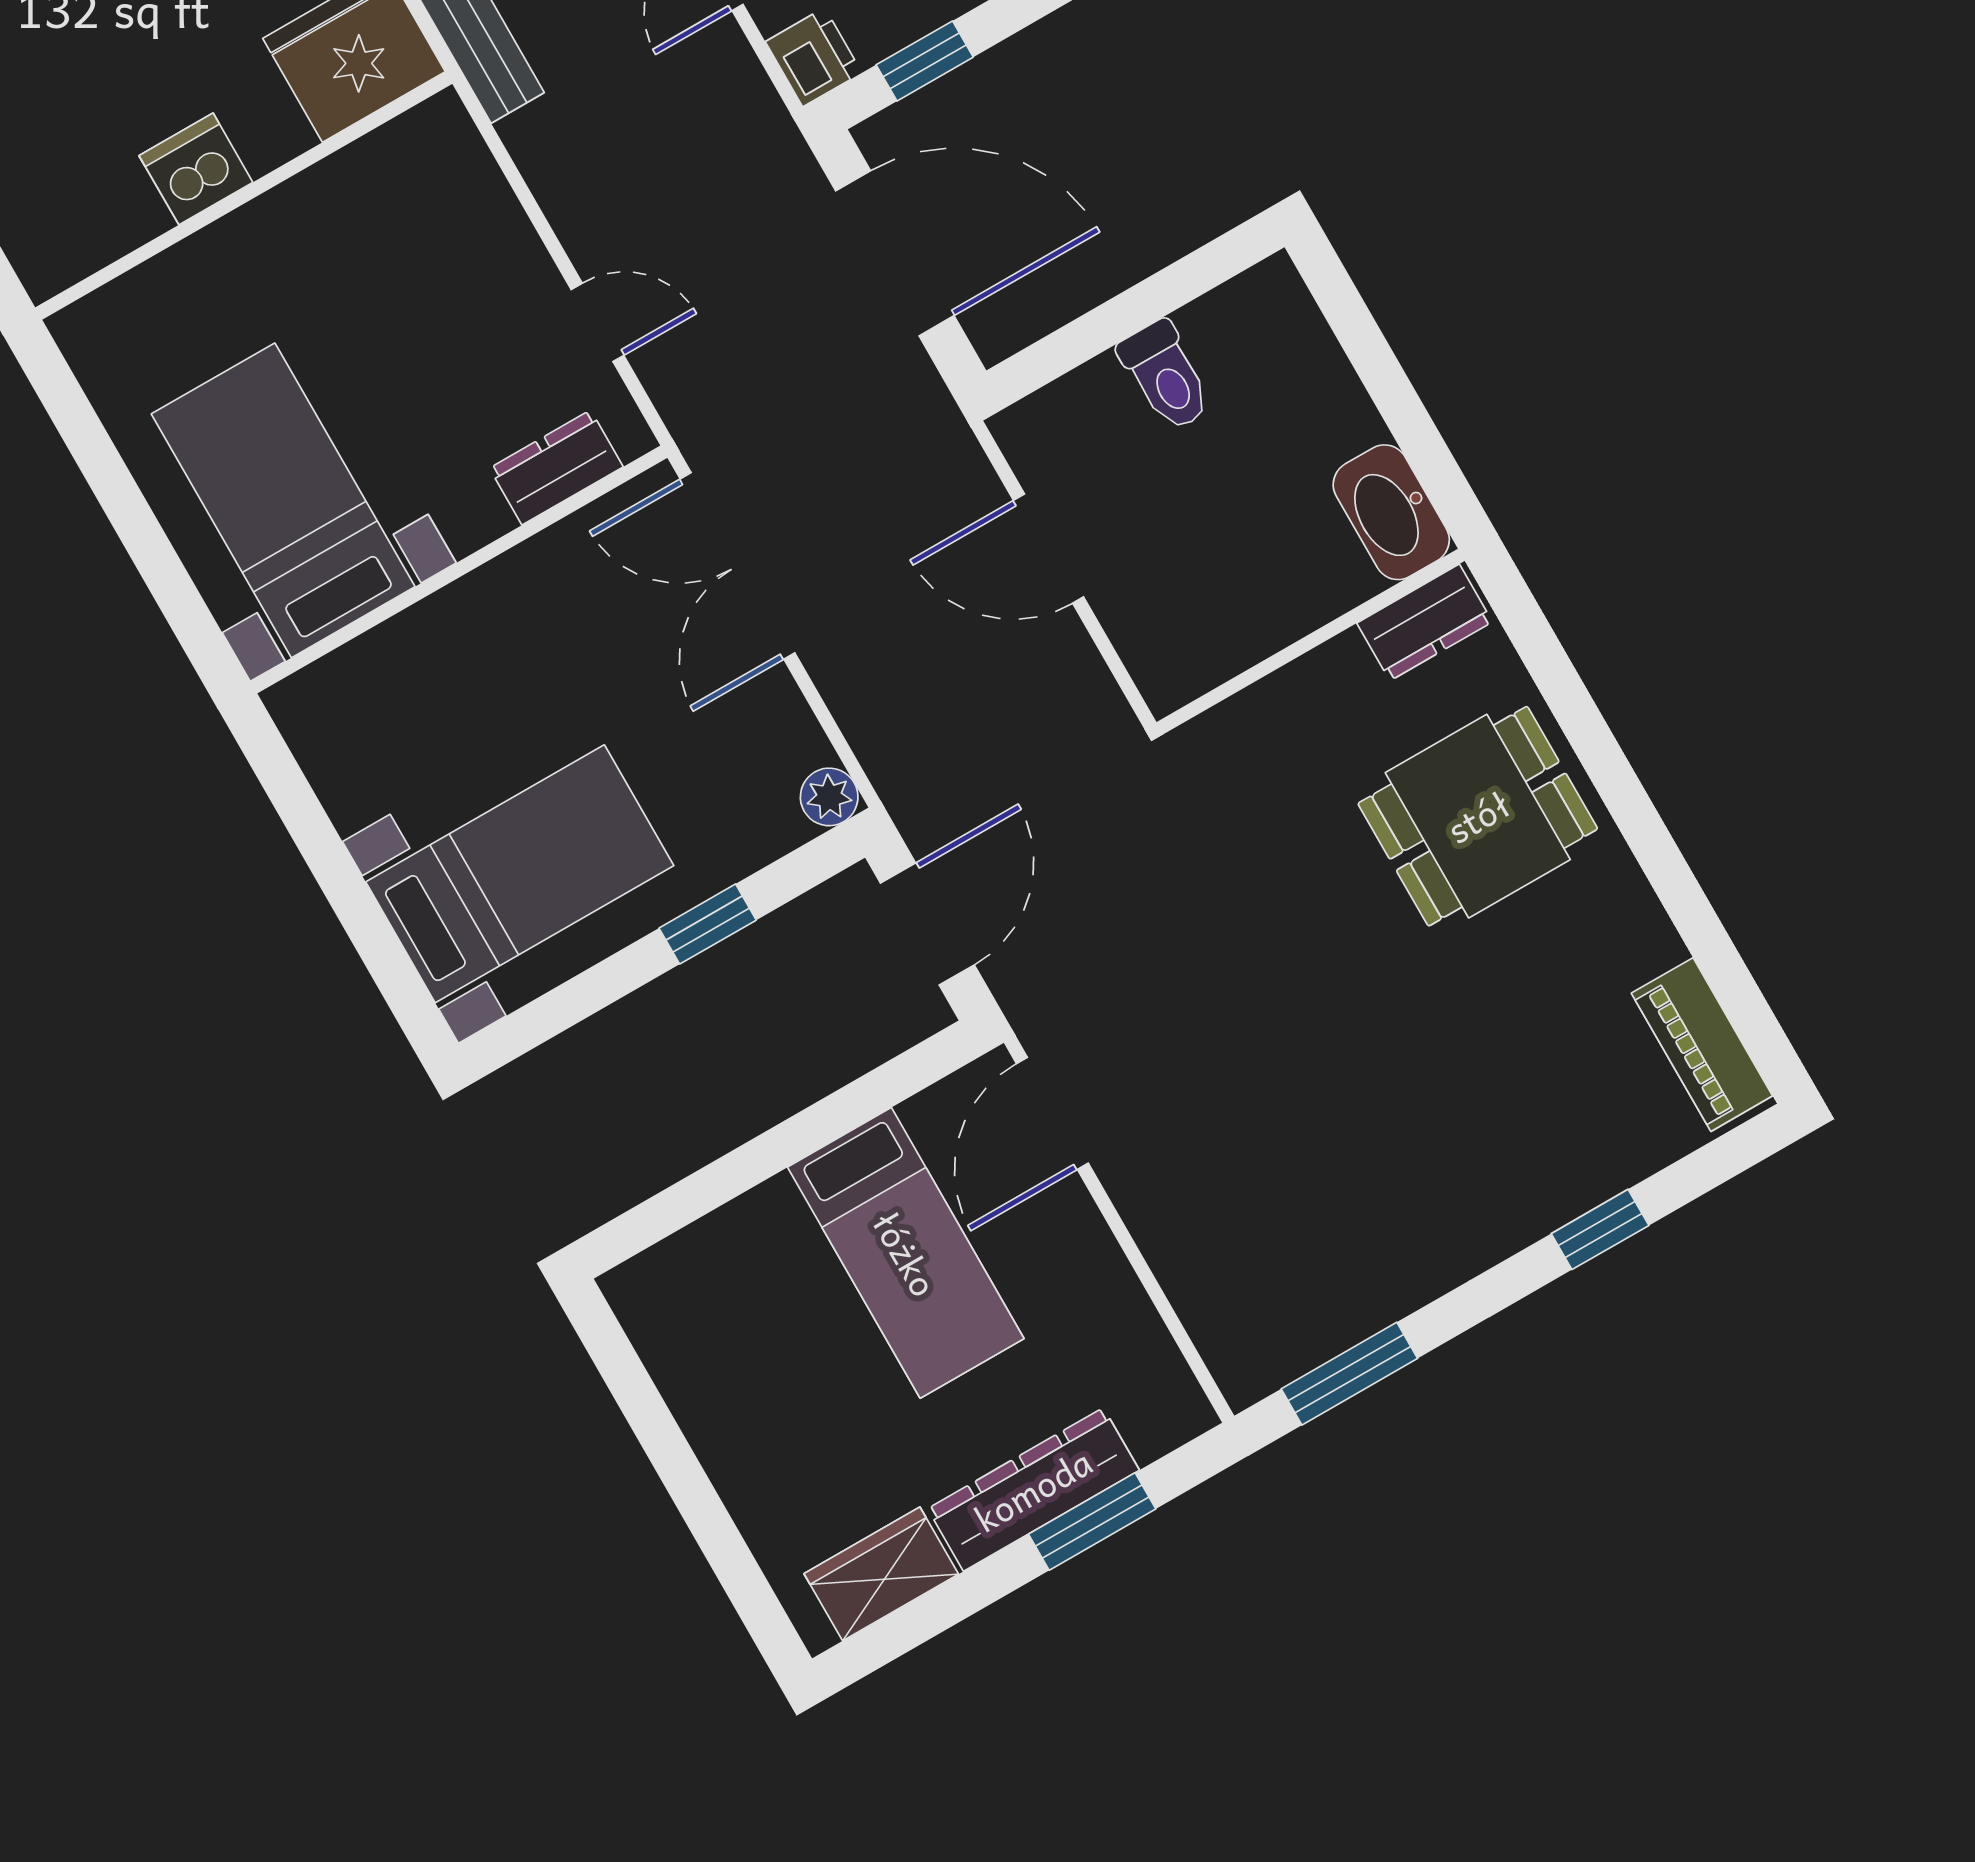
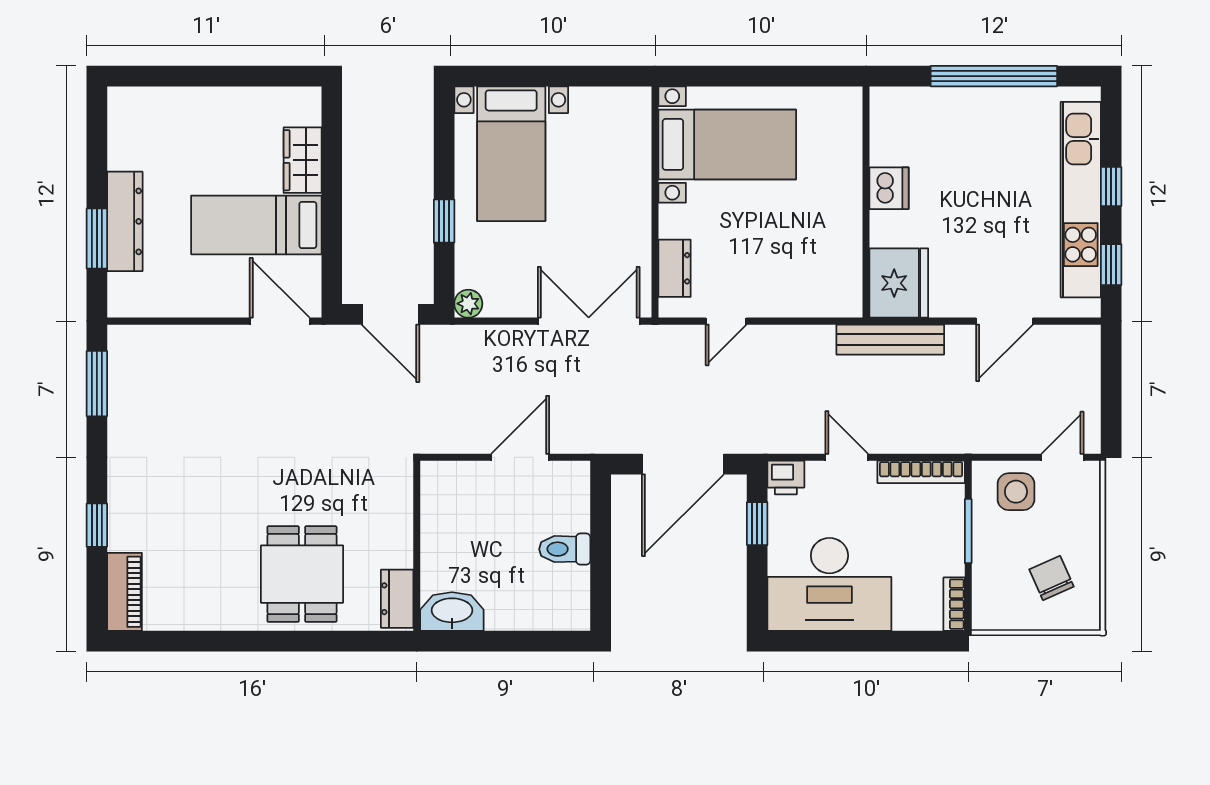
piano: (1702, 1045) -> (125, 592), moved, turned 90
wardrobe: (881, 1574) -> (303, 160), moved, turned 180

